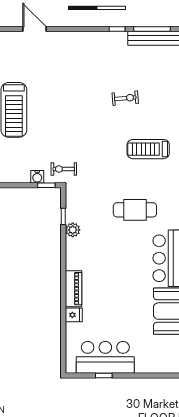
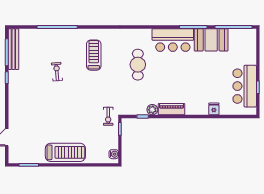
treadmill: (148, 149) -> (94, 55), turned 180
water cooler: (37, 177) -> (114, 154), moved
piano: (74, 289) -> (172, 109), moved

